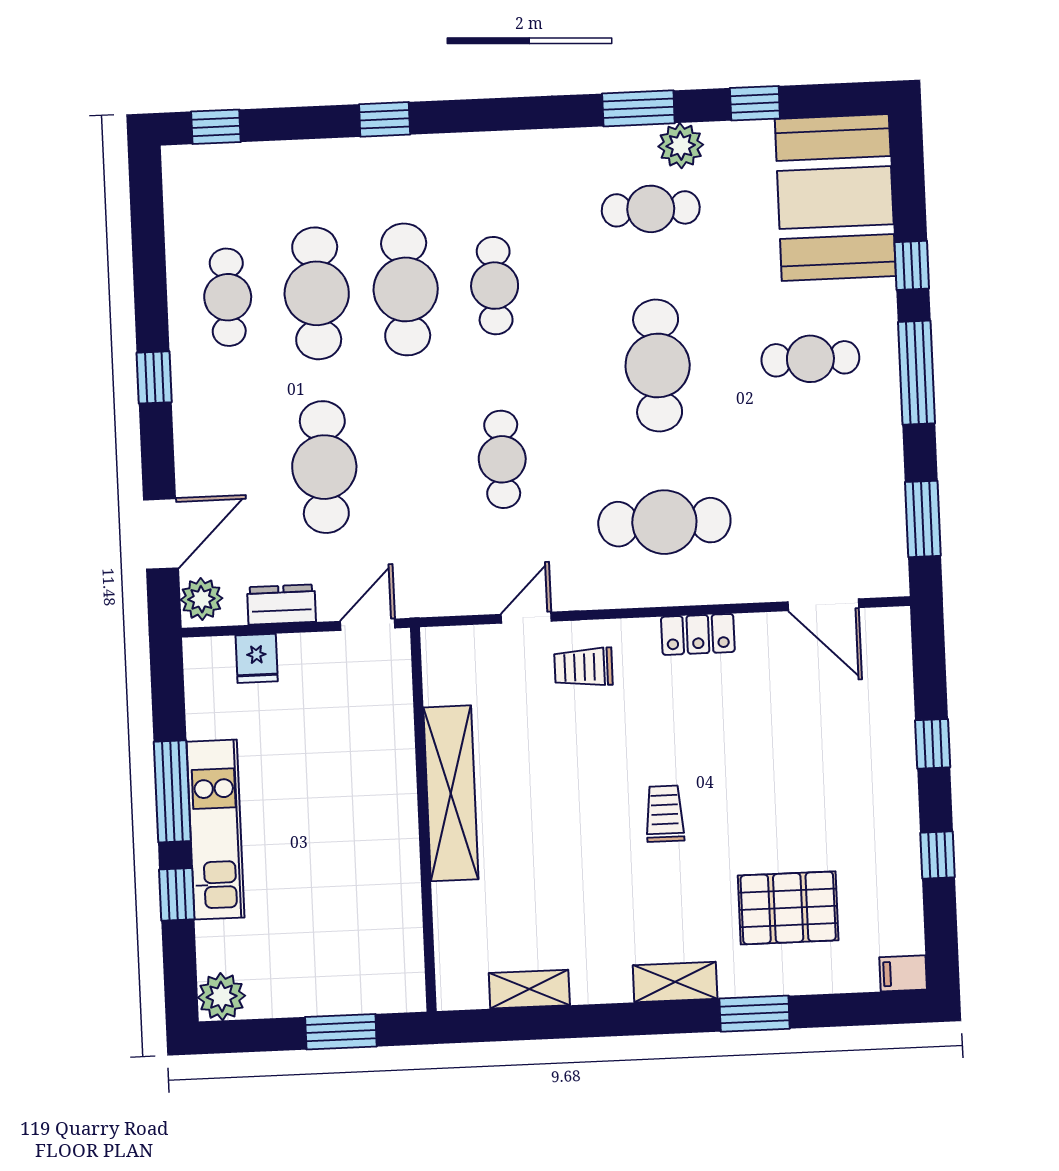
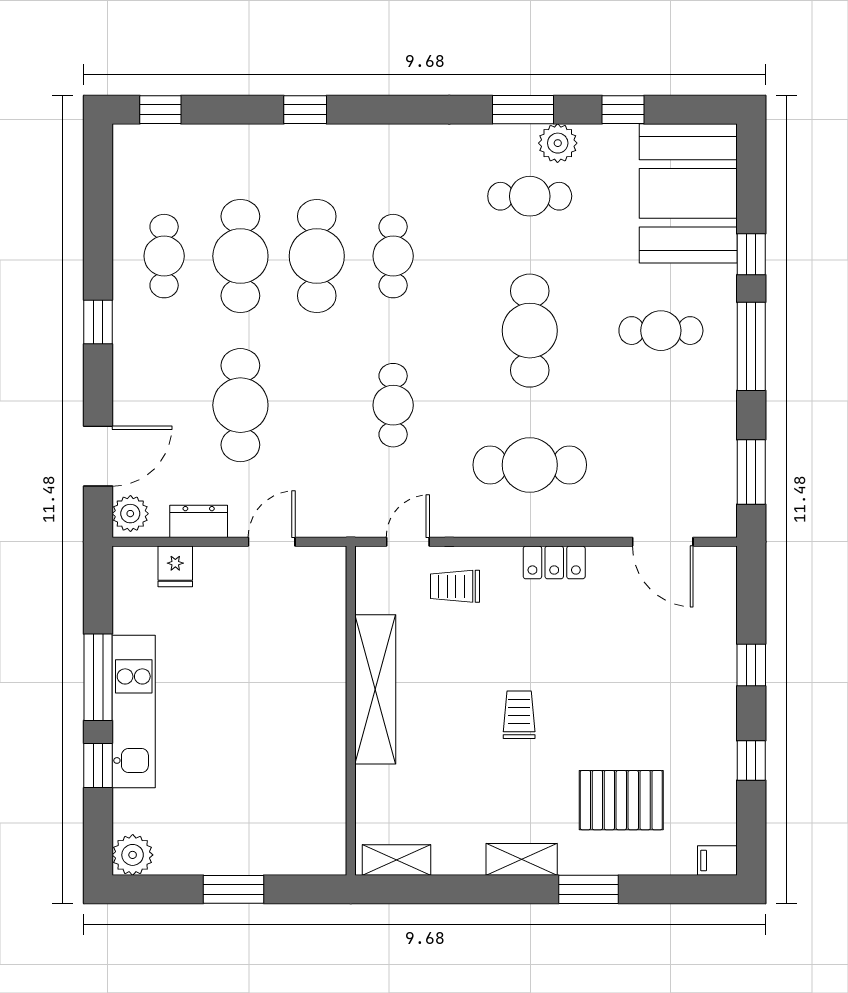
shelving: (451, 793) -> (375, 689), moved
wall: (423, 819) -> (351, 711), moved

